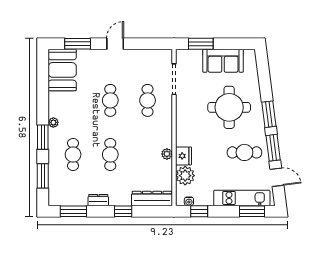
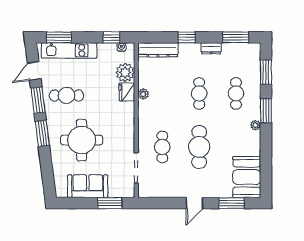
cafe table: (110, 100) -> (199, 147), width x1.37, depth x1.35
door: (277, 177) -> (34, 71), hinge flipped

